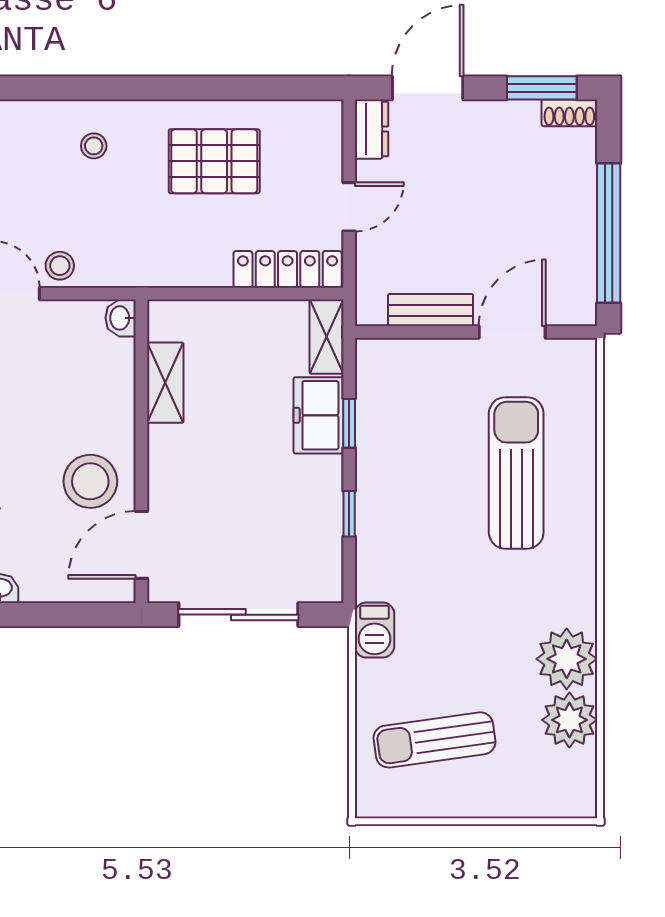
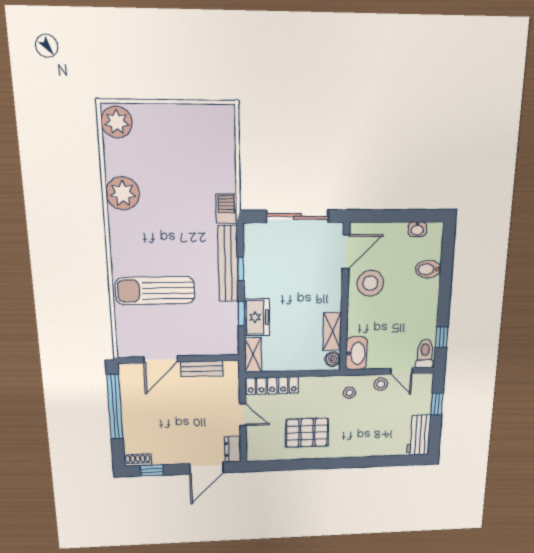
window: (542, 88) -> (152, 470), width x0.67
stool: (94, 146) -> (349, 393), moved
door: (349, 207) -> (243, 415), swing flipped
washbasin: (121, 318) -> (356, 353), width x1.91, depth x1.45
boiler: (163, 324) -> (333, 359), added
sun lounger: (516, 473) -> (155, 291), turned 90
bench: (373, 524) -> (228, 264), added
plant: (569, 720) -> (117, 122), moved
sun lounger: (434, 740) -> (193, 148), removed

